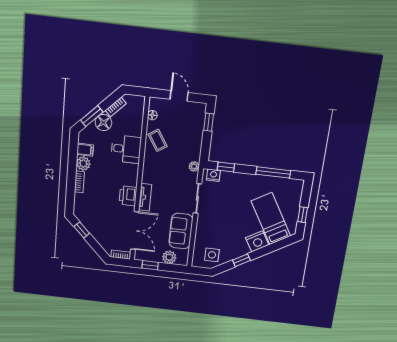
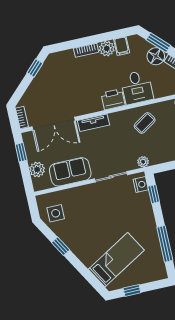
coffee table: (158, 140) -> (145, 123), moved
printer: (128, 196) -> (113, 99), moved
nightstand: (257, 241) -> (87, 255), removed

